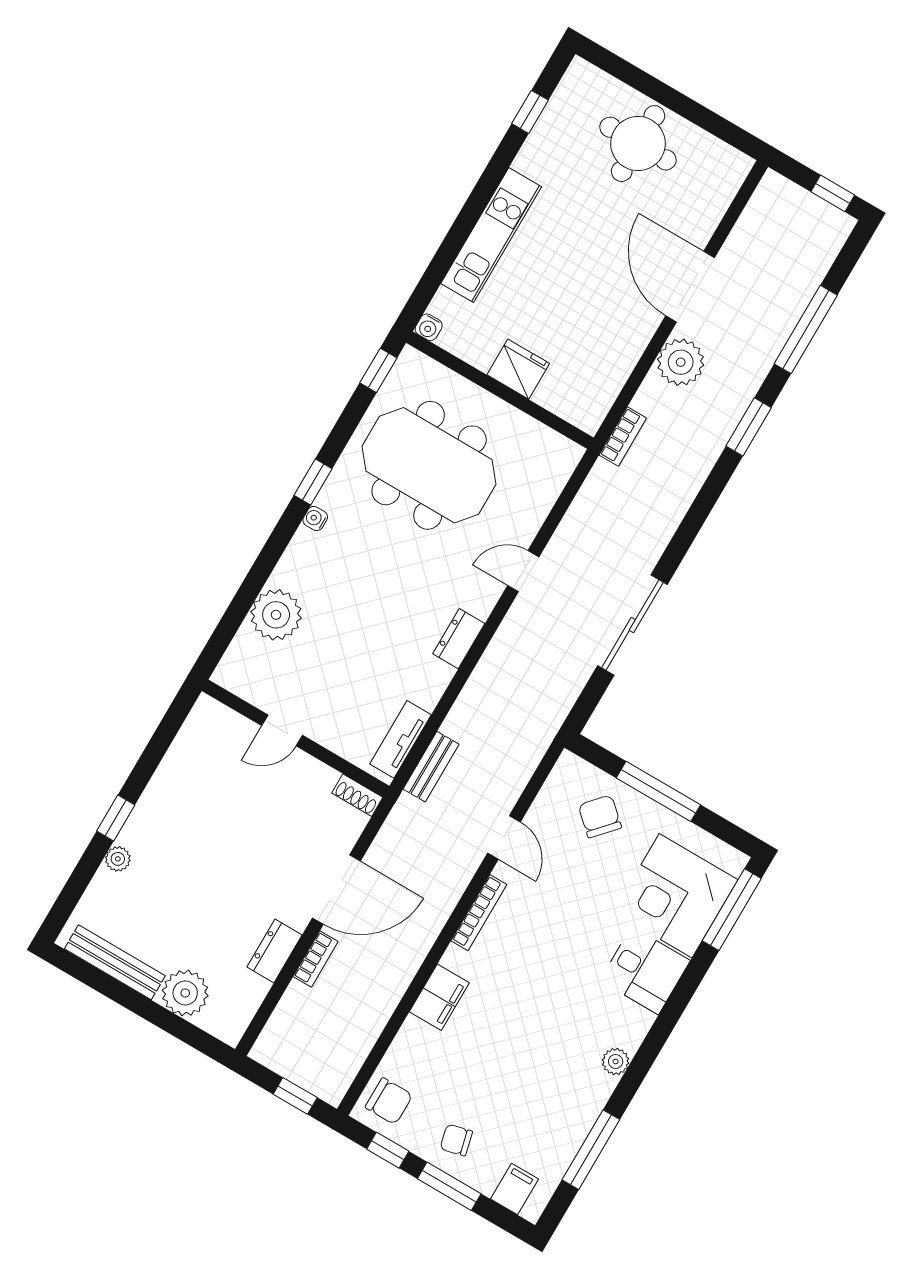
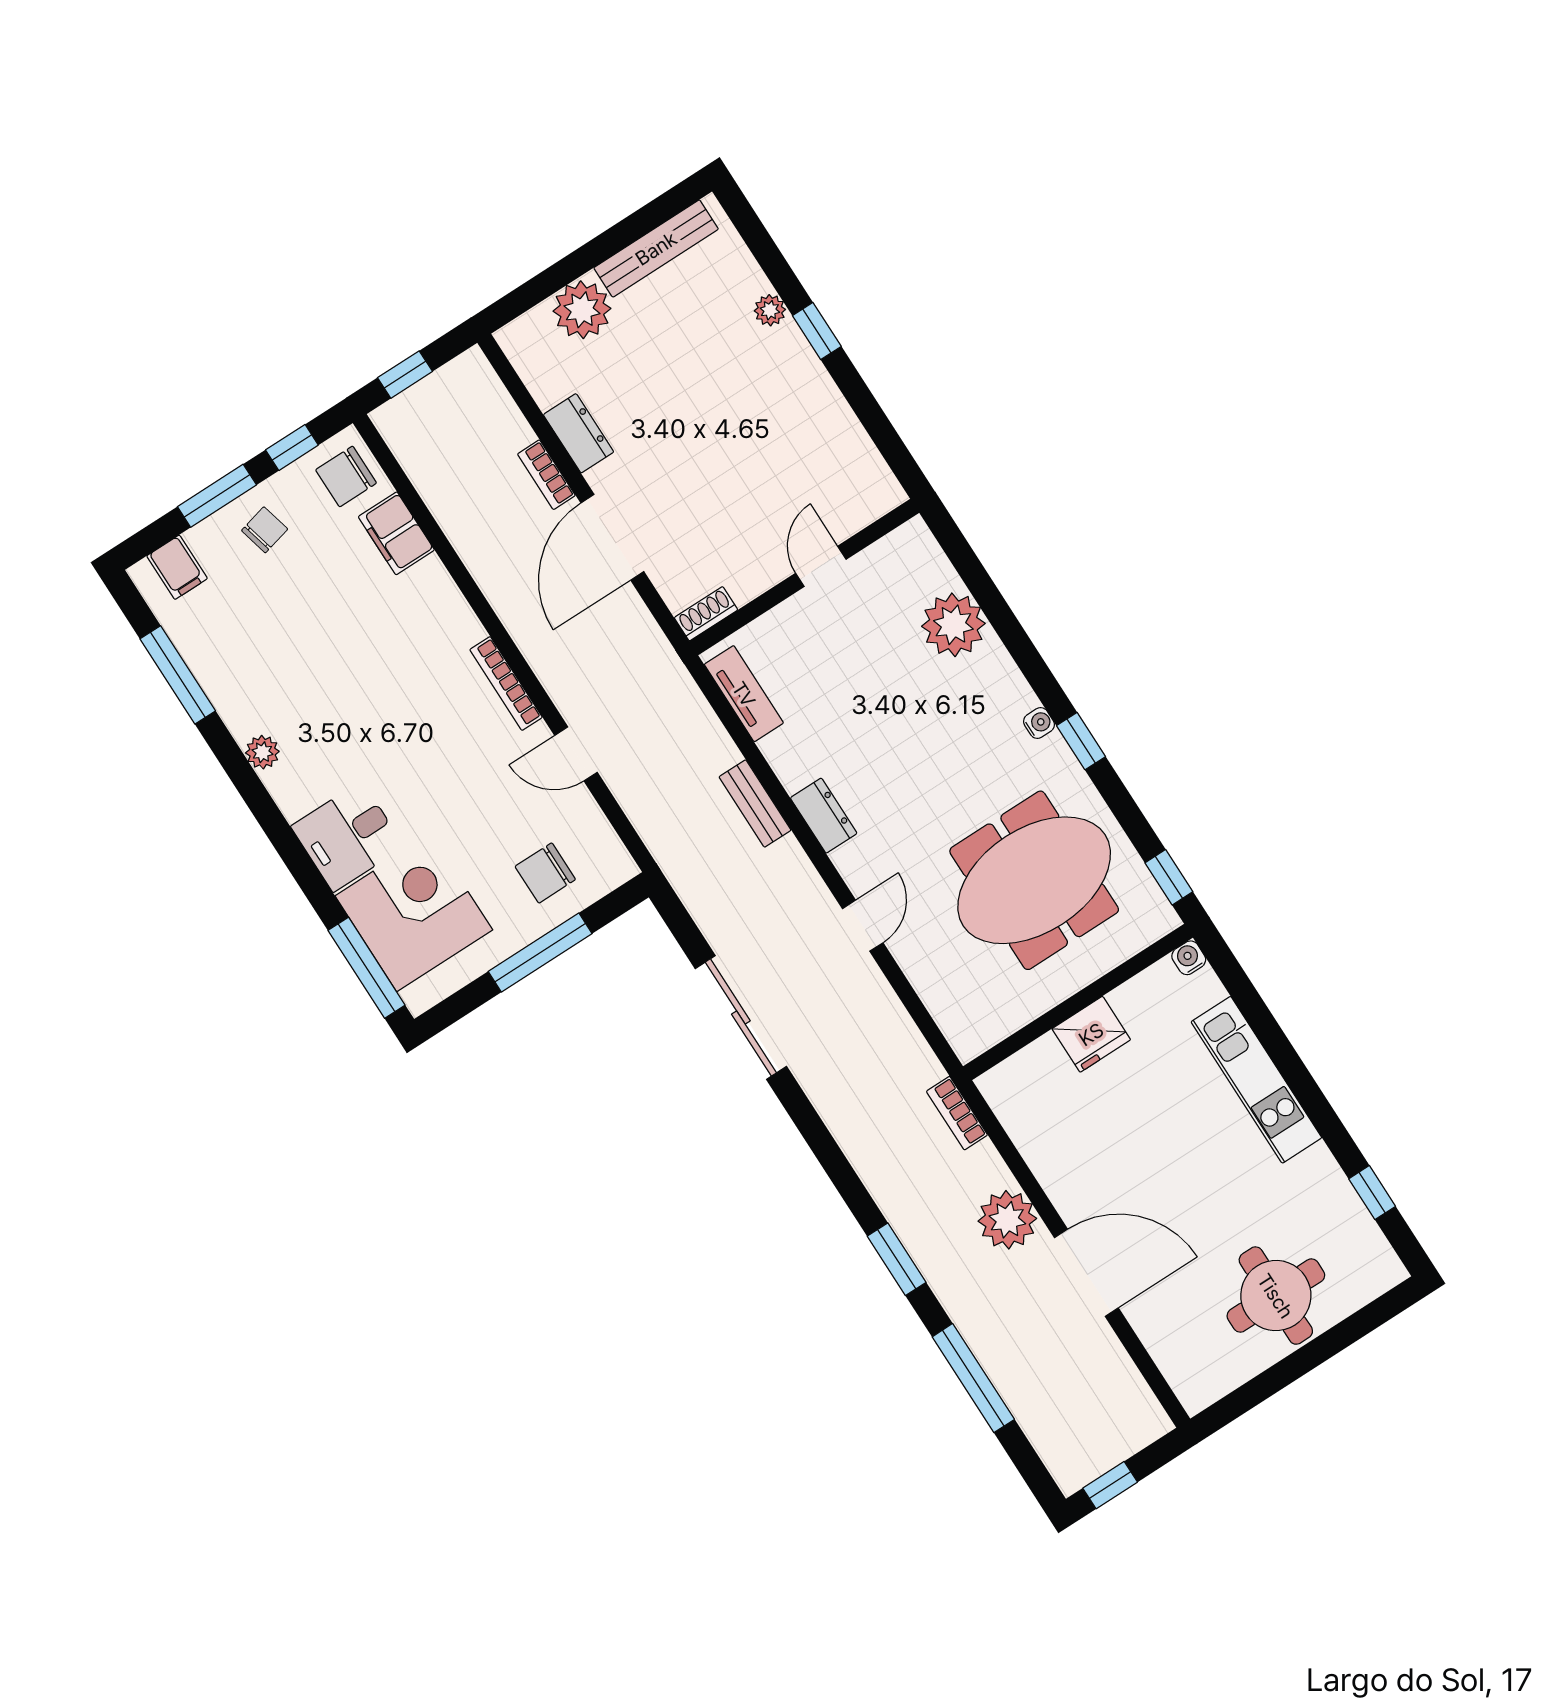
bench: (431, 767) -> (755, 804), moved
chair: (600, 816) -> (545, 873), turned 138
filing cabinet: (439, 997) -> (396, 533), moved

